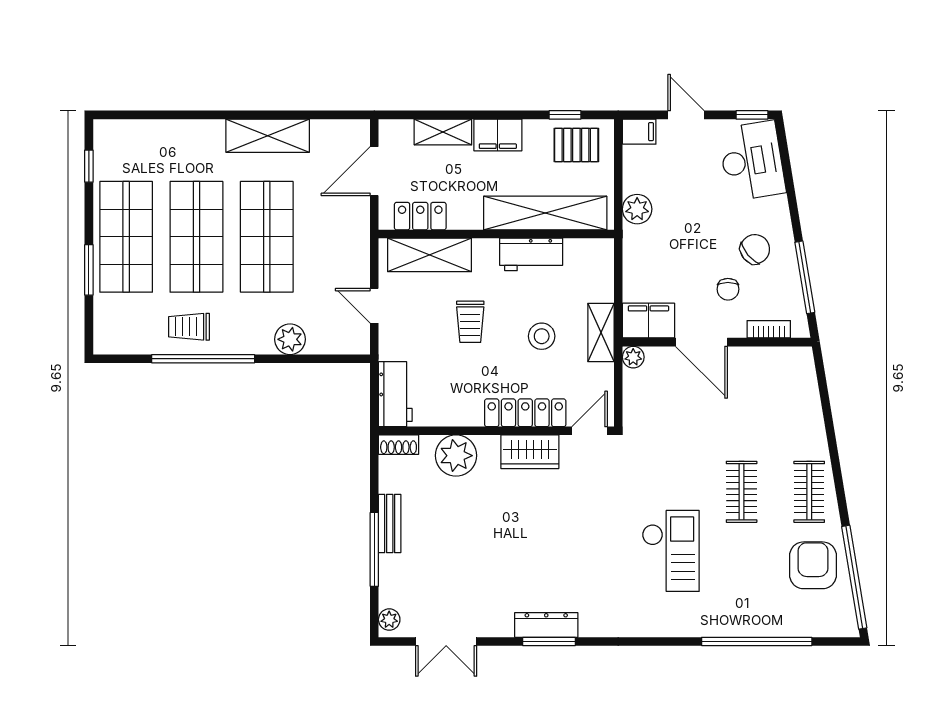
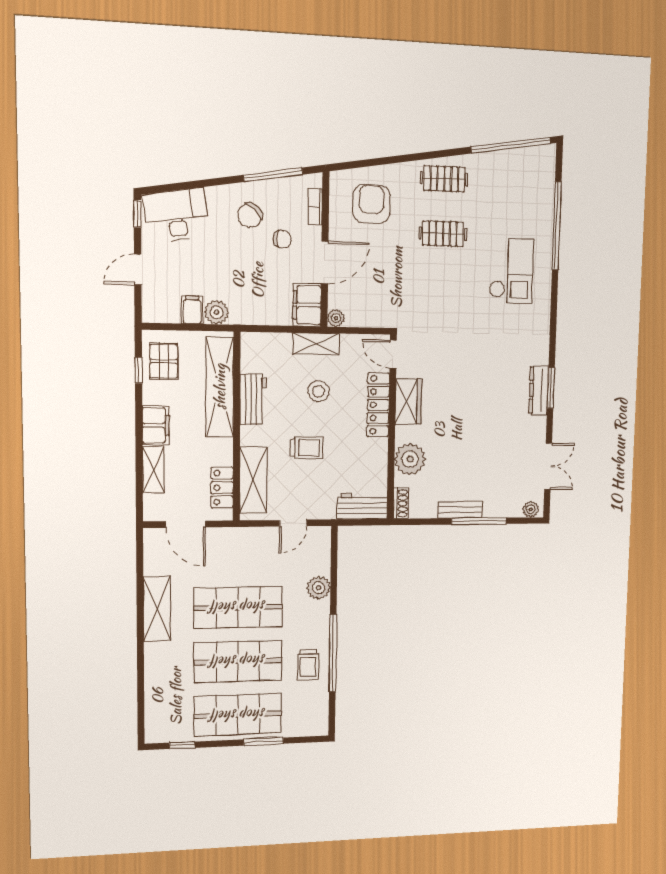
filing cabinet: (639, 132) -> (192, 310), moved
chair: (755, 249) -> (250, 215), turned -98
checkout: (671, 551) -> (511, 271), moved, turned 90
armchair: (813, 565) -> (371, 204), moved, turned 90

